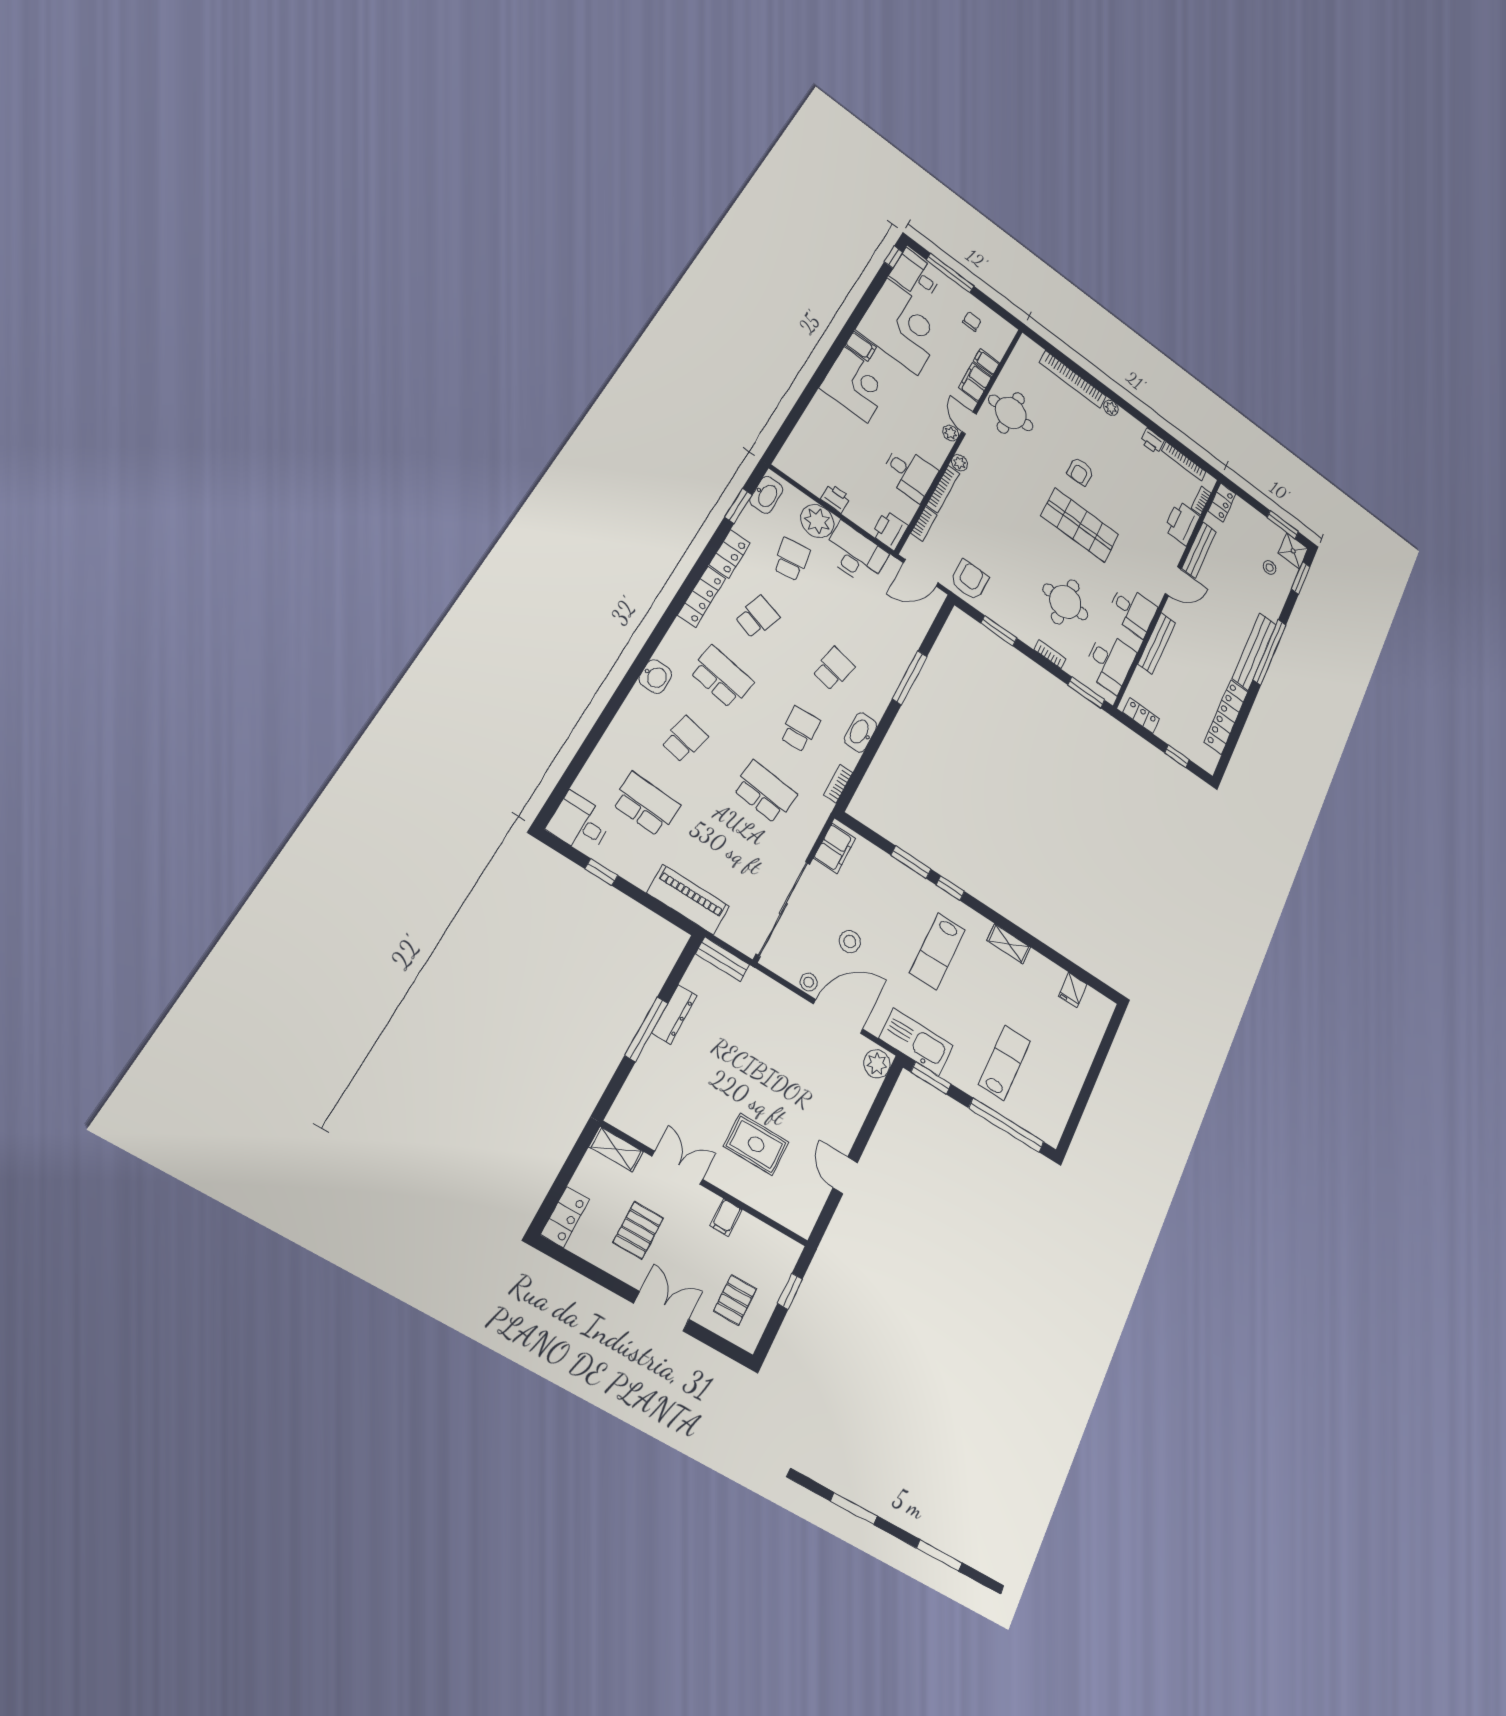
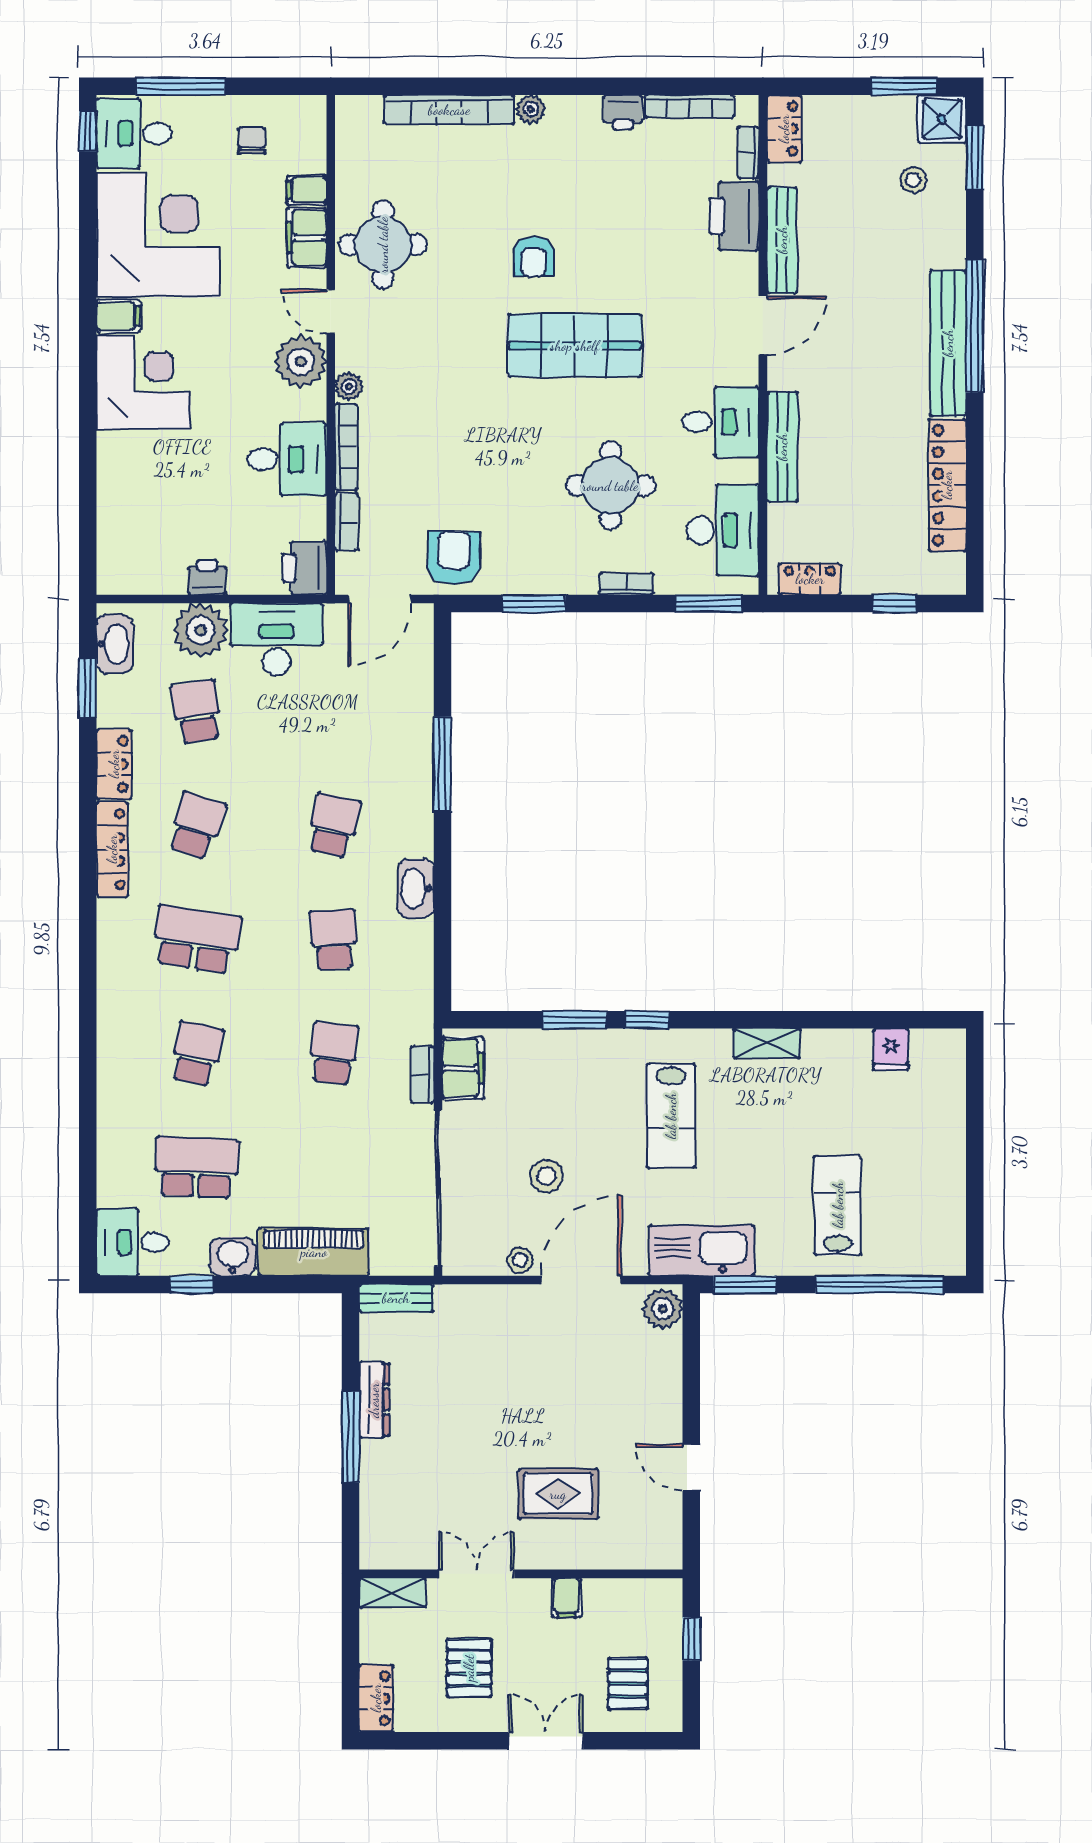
plant: (951, 433) -> (301, 362), width x1.88, depth x1.88
washbasin: (655, 677) -> (233, 1257), moved, turned -90
bookcase: (838, 784) -> (422, 1075), moved
school desk: (765, 792) -> (334, 1053), width x0.54

